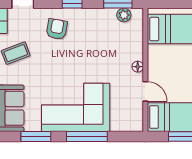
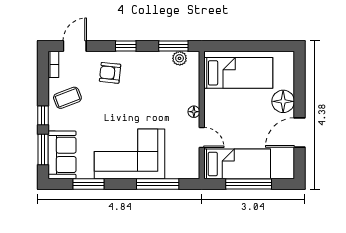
armchair: (57, 29) -> (110, 73), turned -94
window: (87, 136) -> (158, 184), moved

